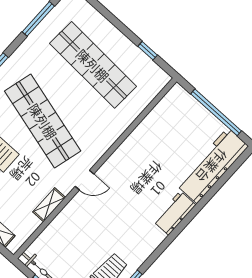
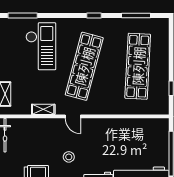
stool: (123, 223) -> (69, 157), added

